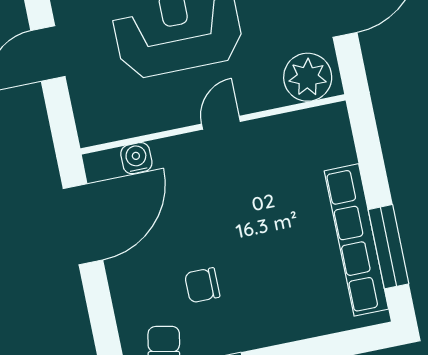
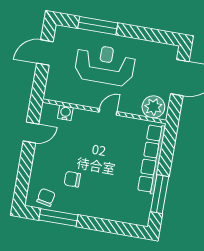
door: (83, 224) -> (31, 133), width x0.53
row of seats: (356, 240) -> (152, 159), moved

